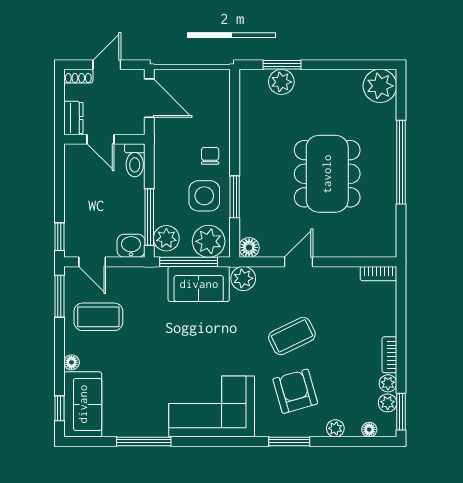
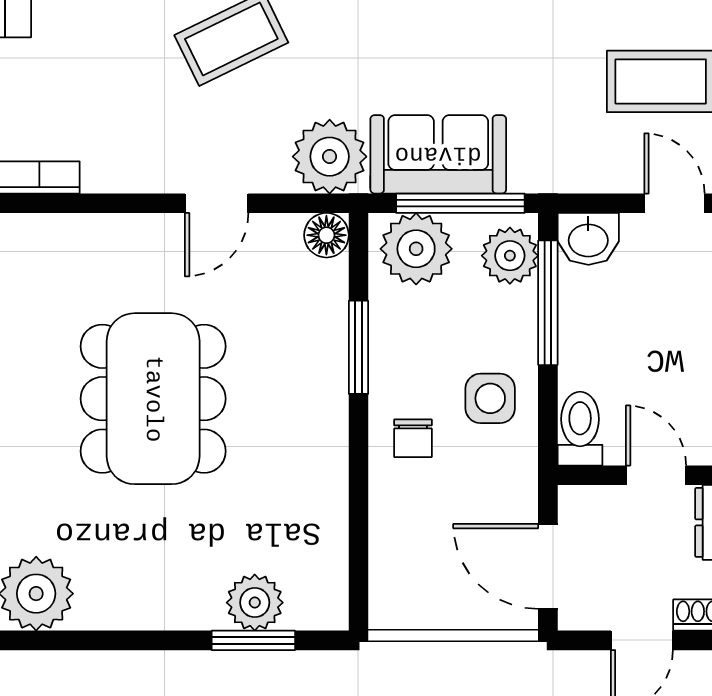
side table: (204, 196) -> (490, 398), moved, width x0.73, depth x0.73
plant: (243, 278) -> (330, 157), width x1.36, depth x1.36

